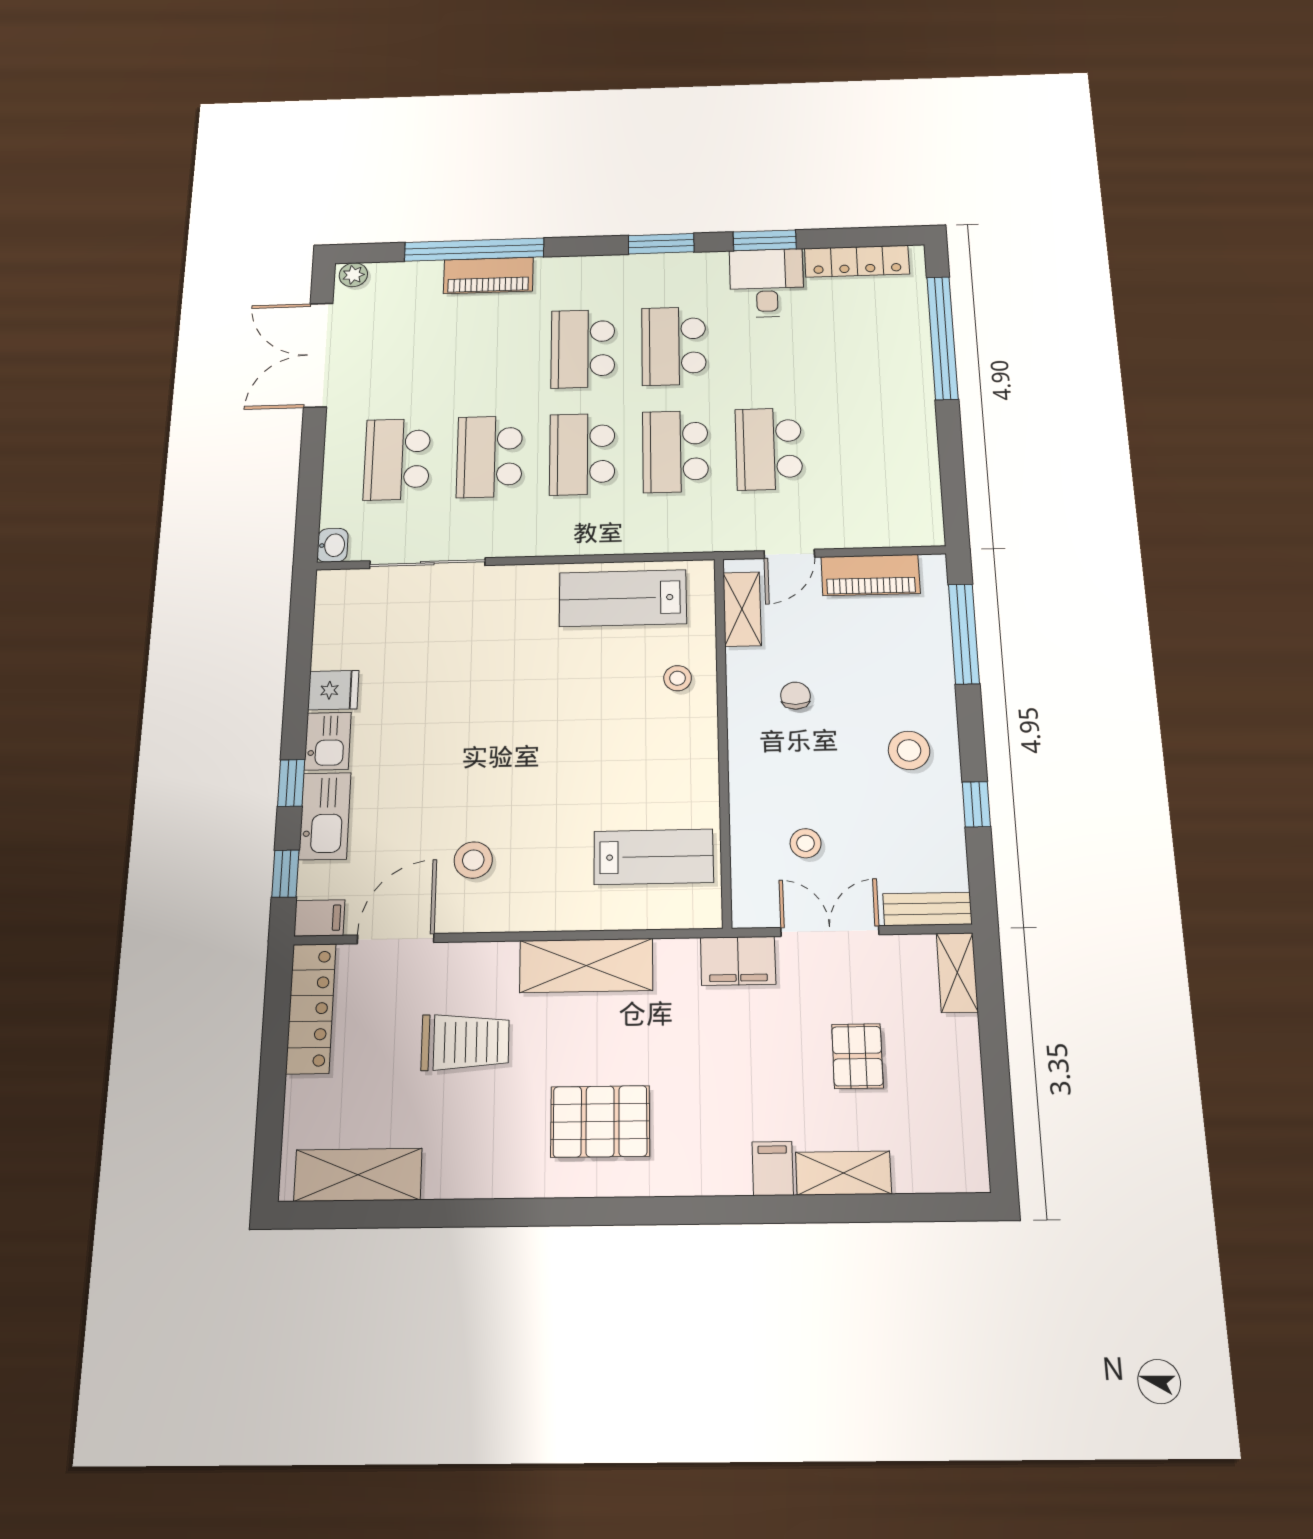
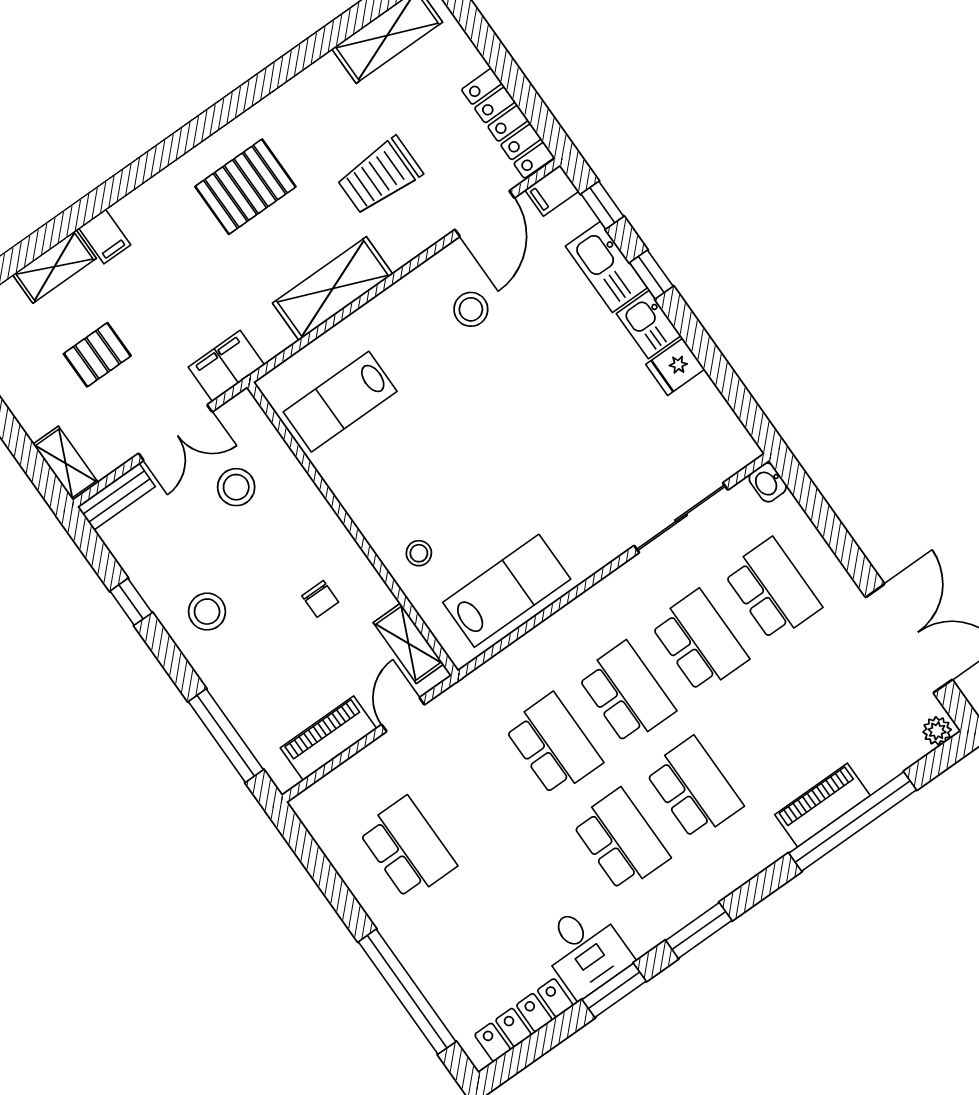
school desk: (769, 449) -> (407, 848), moved
stool: (806, 843) -> (236, 487), width x1.37, depth x1.37
pallet: (857, 1056) -> (97, 355), turned 90

